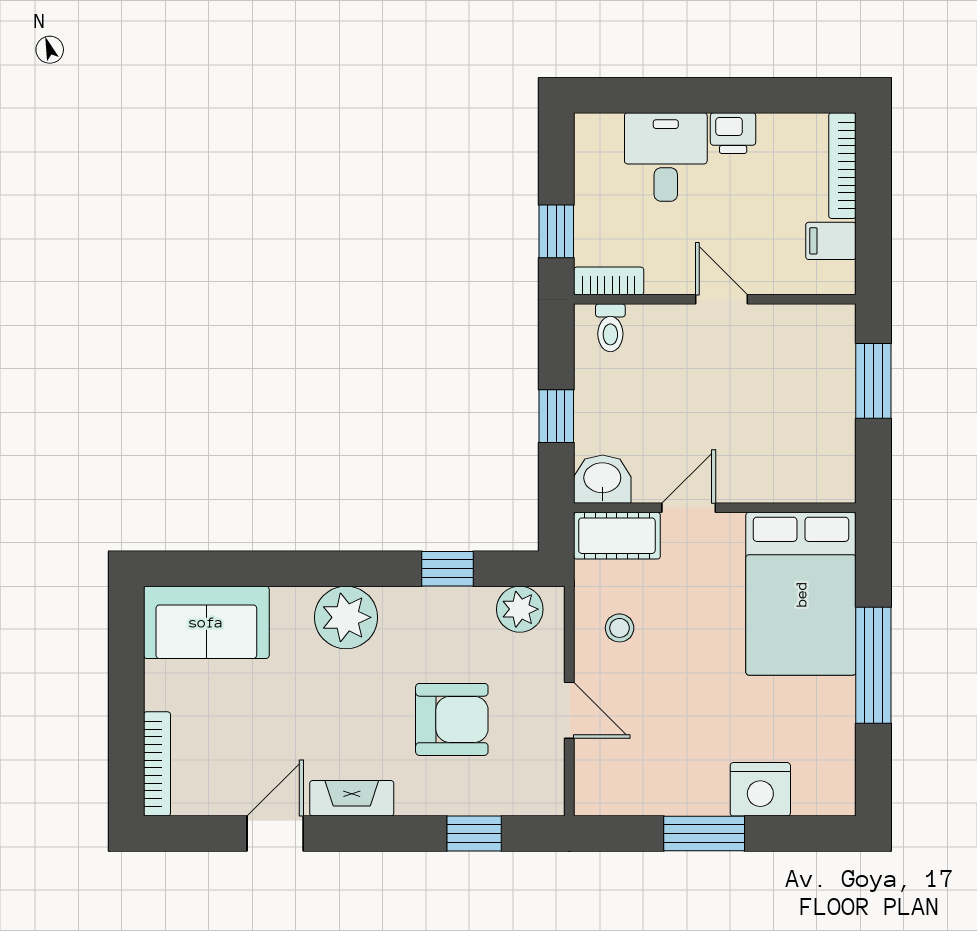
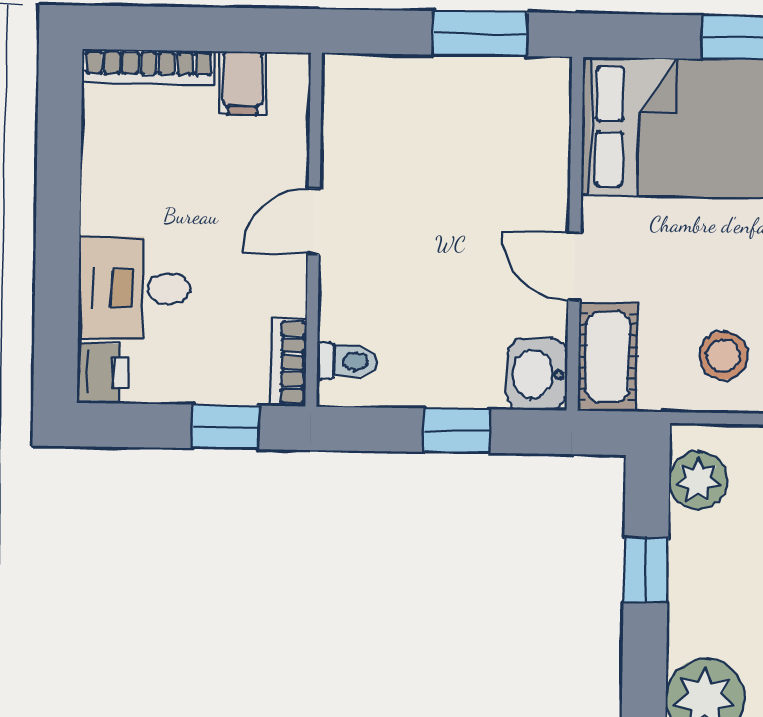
printer: (733, 133) -> (103, 372), moved
window: (873, 381) -> (480, 34), moved
stool: (620, 628) -> (724, 356), width x1.37, depth x1.37

